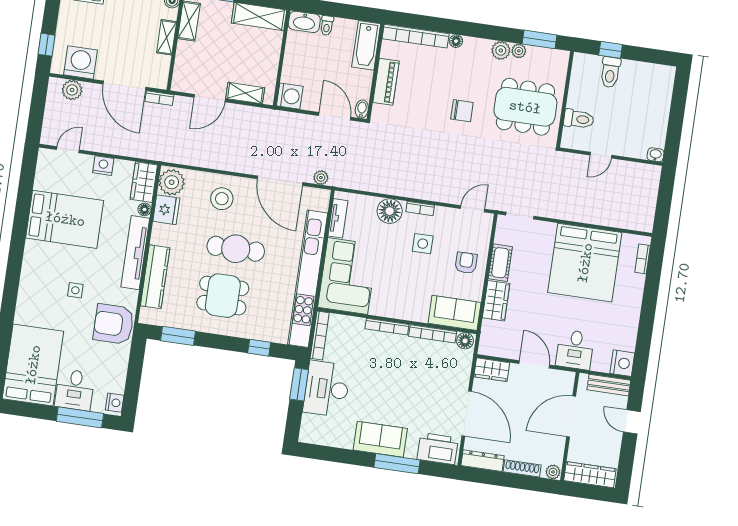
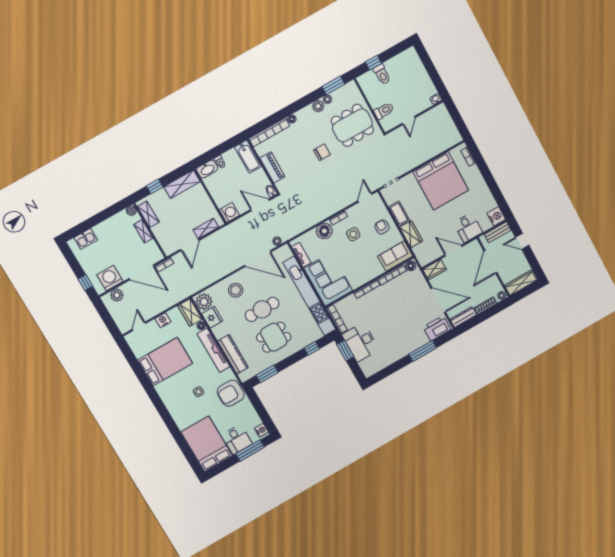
sofa: (380, 439) -> (406, 346), removed

